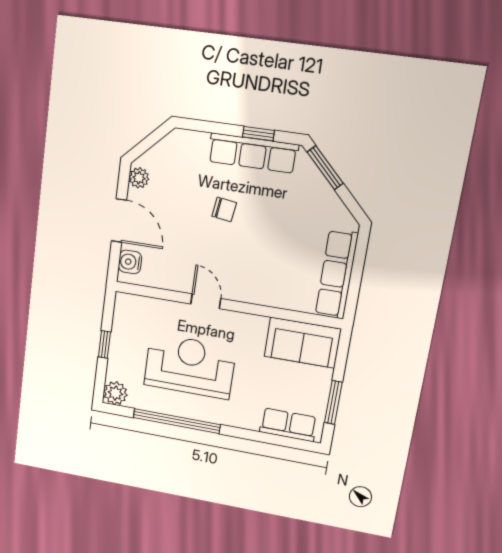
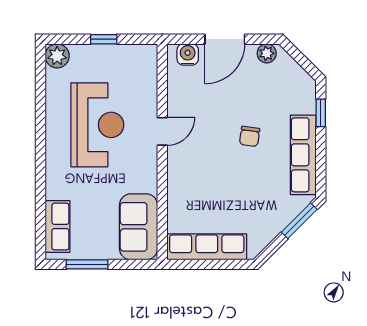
window: (259, 134) -> (321, 113), moved
window: (177, 421) -> (40, 120), removed

